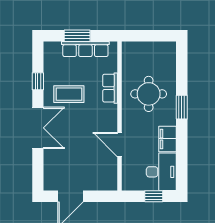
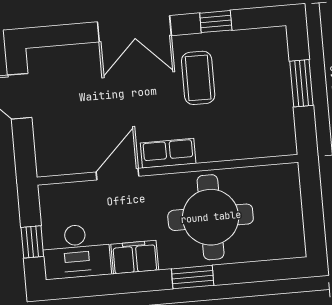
row of seats: (85, 49) -> (279, 100), removed
row of seats: (110, 88) -> (168, 153), moved
round table: (149, 94) -> (211, 217), width x1.36, depth x1.36

